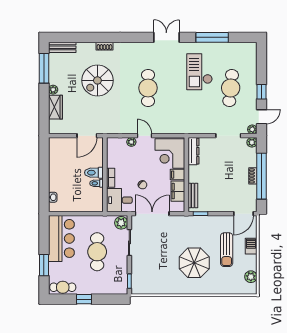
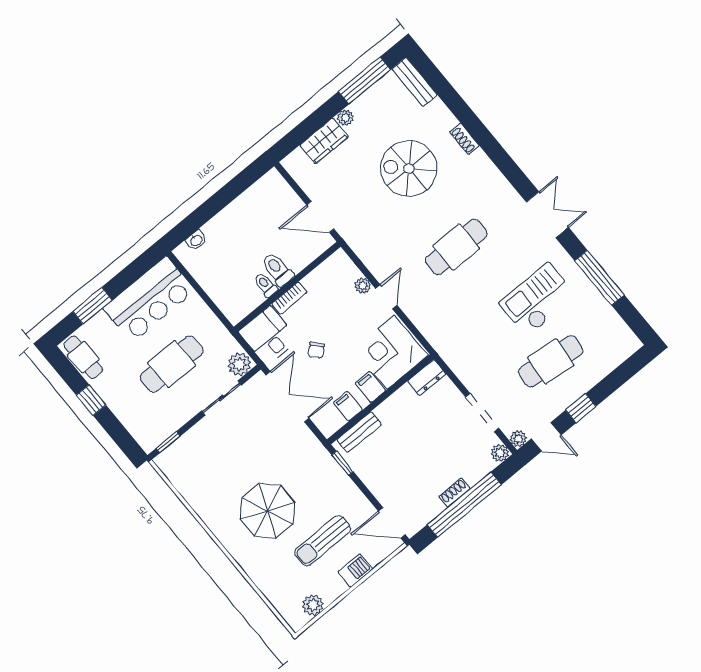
dresser: (194, 151) -> (427, 377), width x0.70
filing cabinet: (178, 191) -> (348, 406), width x0.50

